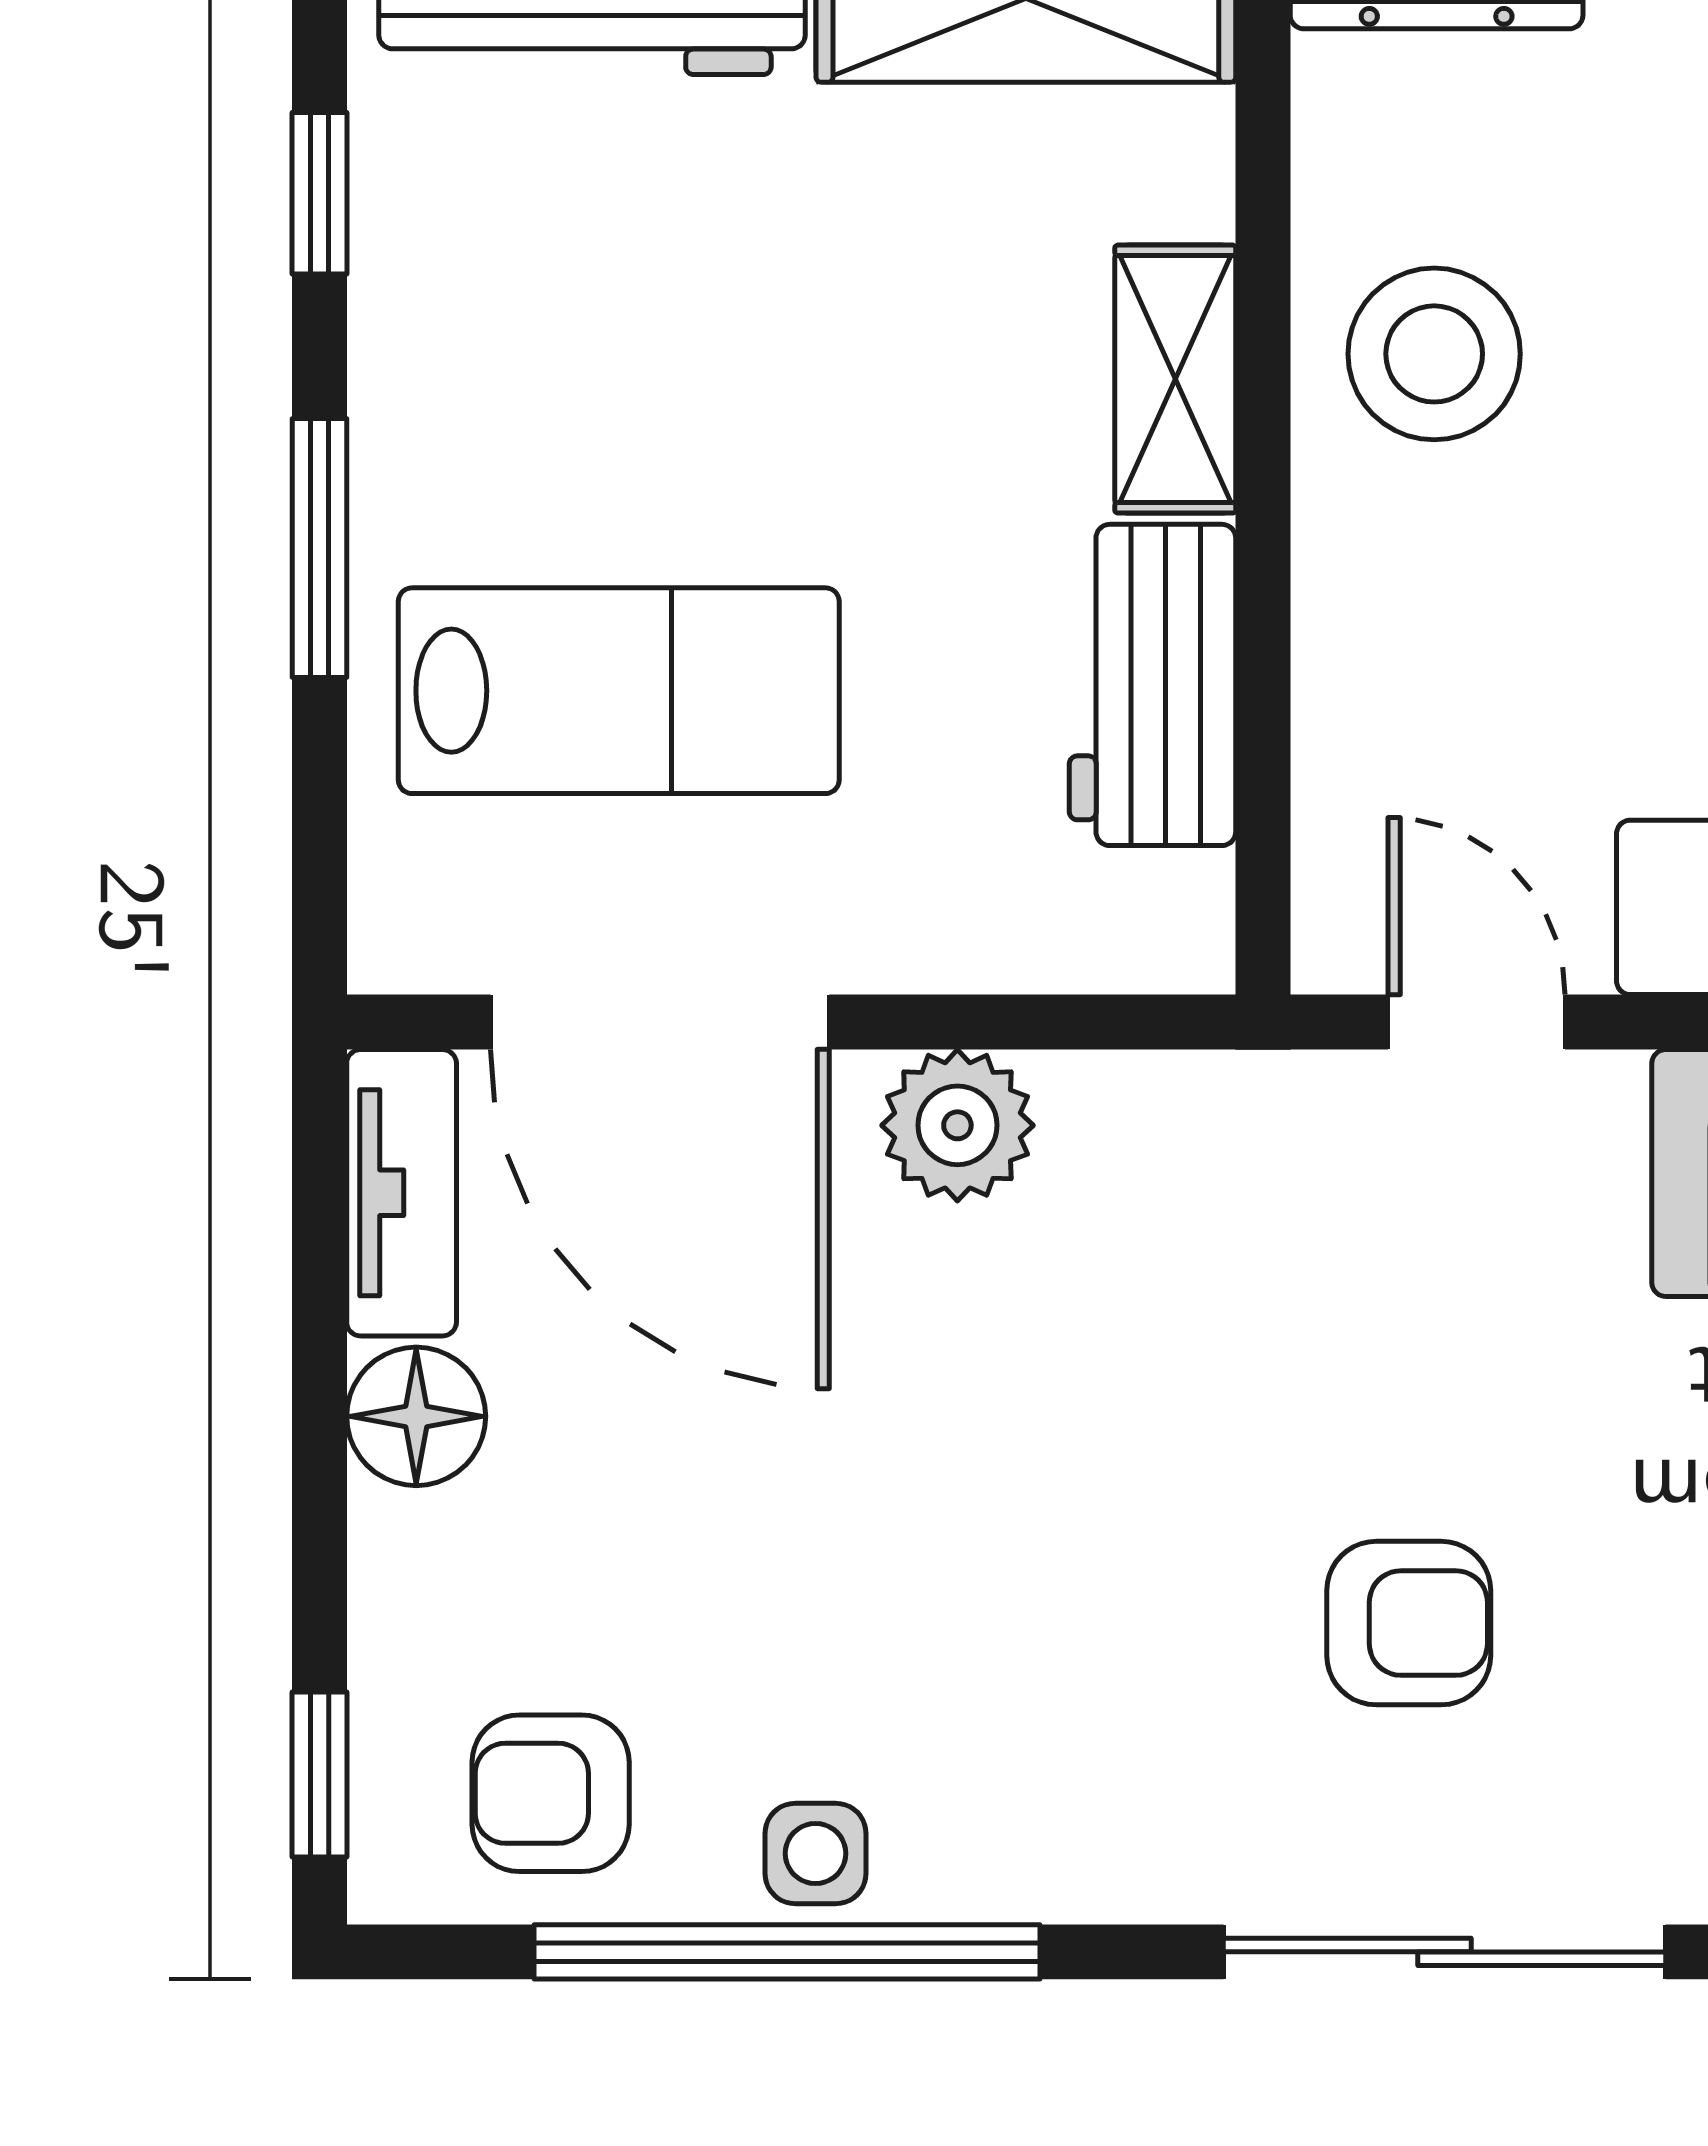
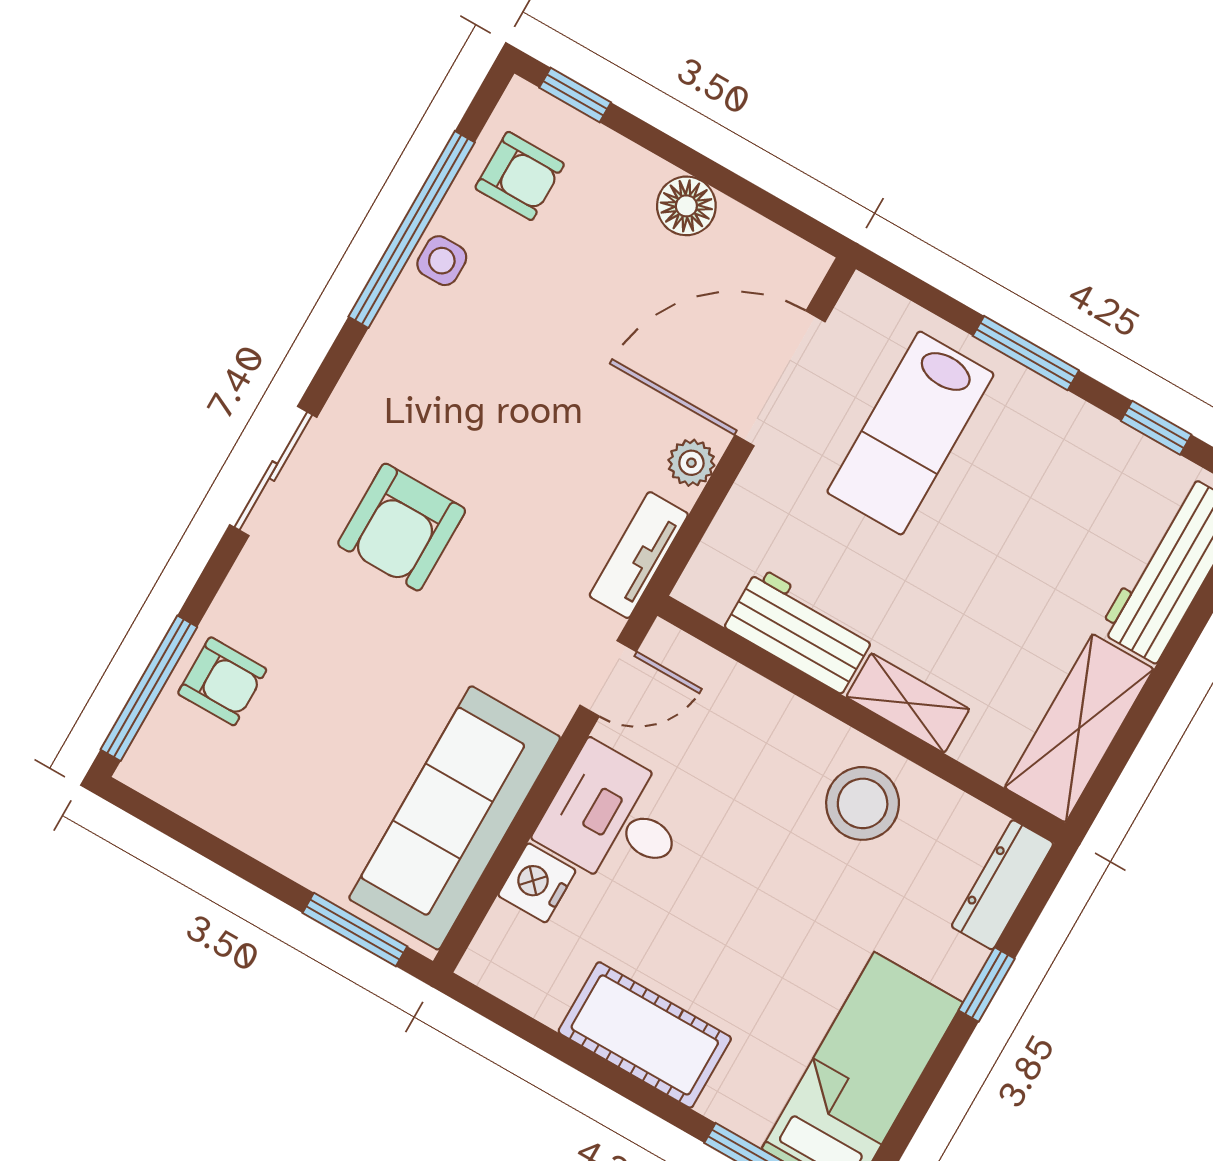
plant: (957, 1125) -> (691, 463), width x0.73, depth x0.73
tv unit: (402, 1193) -> (639, 555), moved, turned 90
armchair: (1409, 1623) -> (402, 527), width x1.38, depth x1.38
armchair: (551, 1793) -> (520, 176), turned 90
sliding door: (1445, 1952) -> (273, 471), width x0.73

